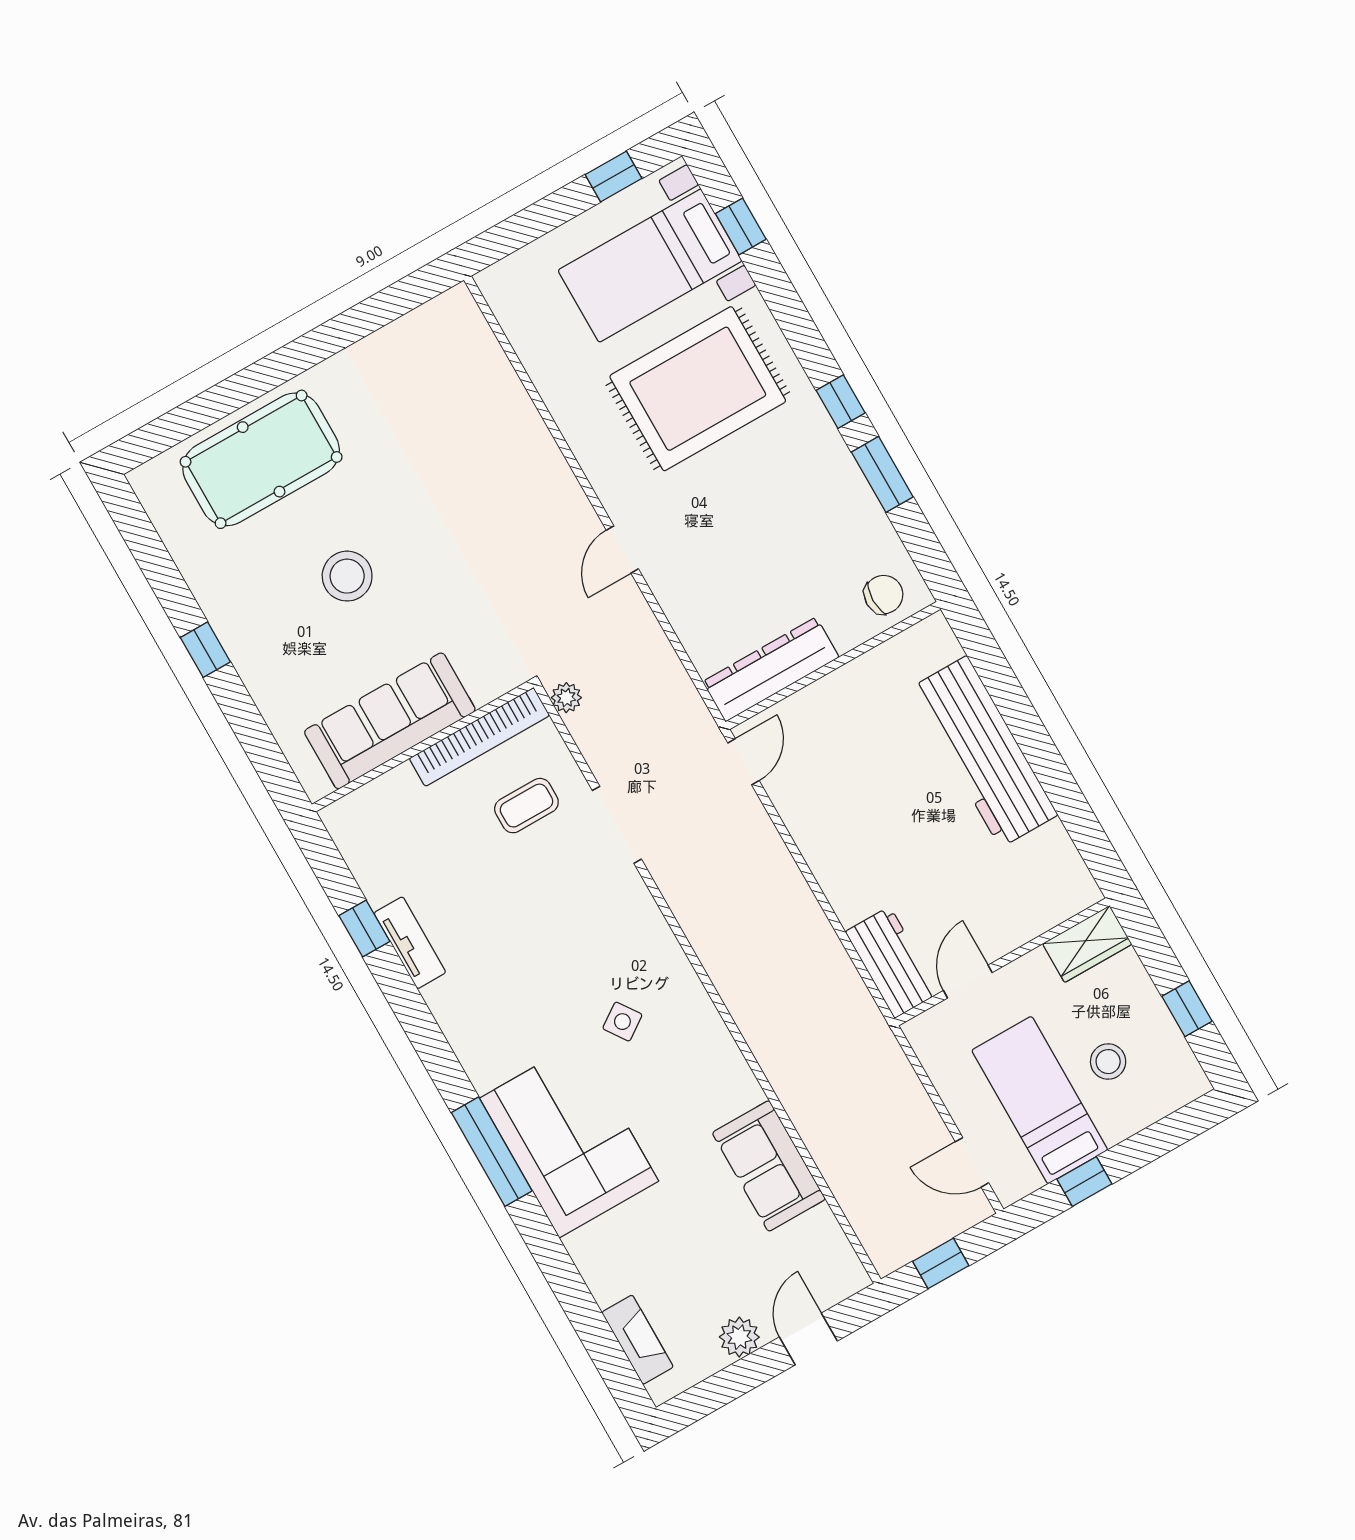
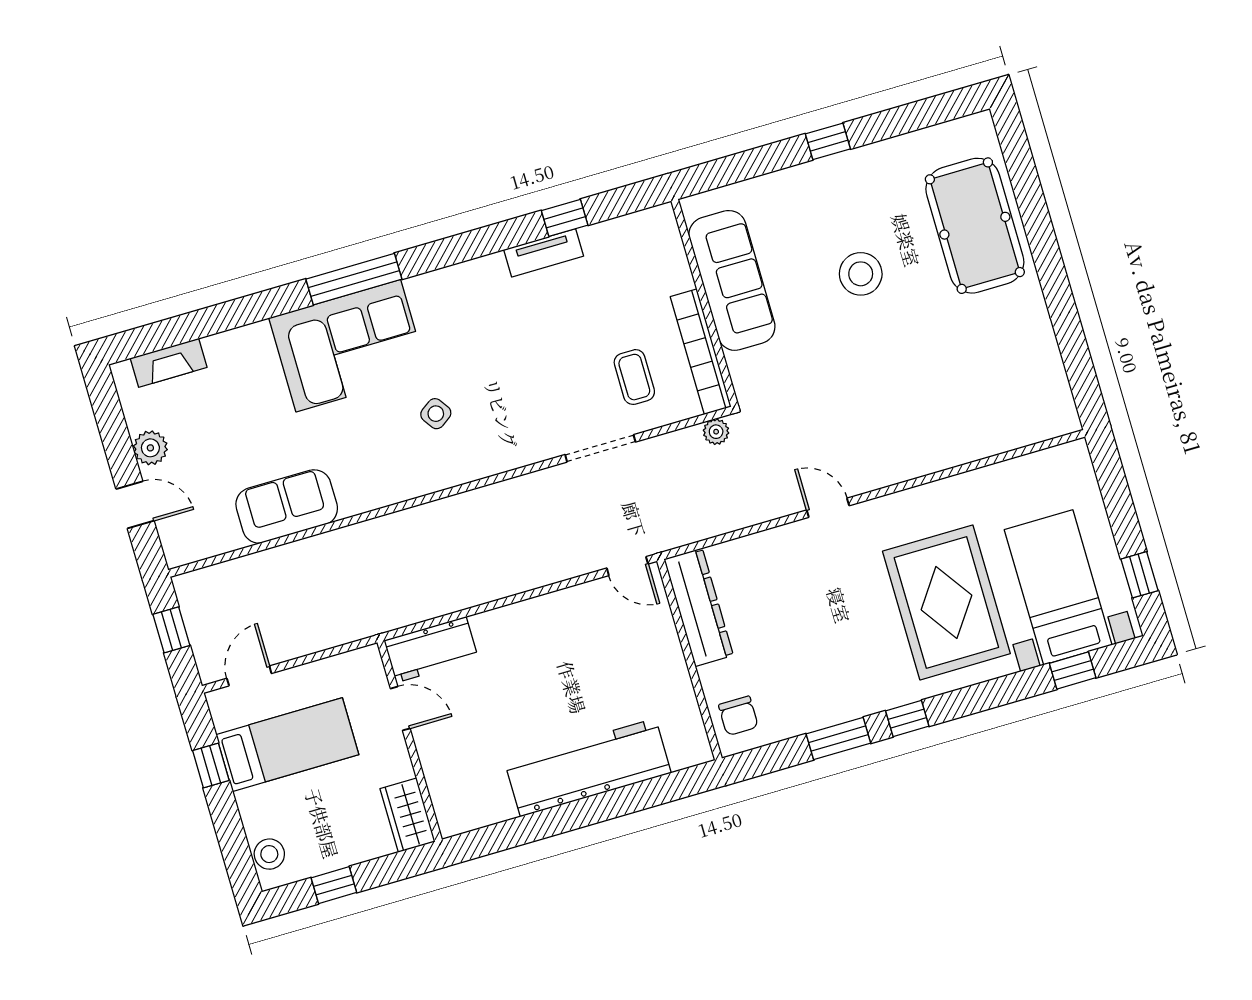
stool: (1108, 1062) -> (269, 854), moved

